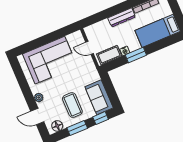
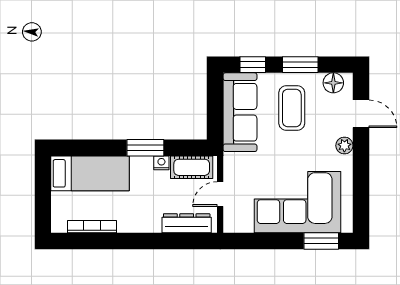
dresser: (122, 17) -> (187, 223), moved
window: (30, 46) -> (321, 241), added
door: (90, 48) -> (220, 194), swing flipped
sofa: (99, 97) -> (240, 112), width x1.36

